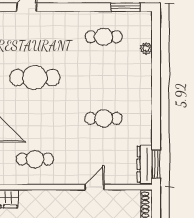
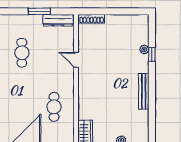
window: (156, 164) -> (39, 11), moved

